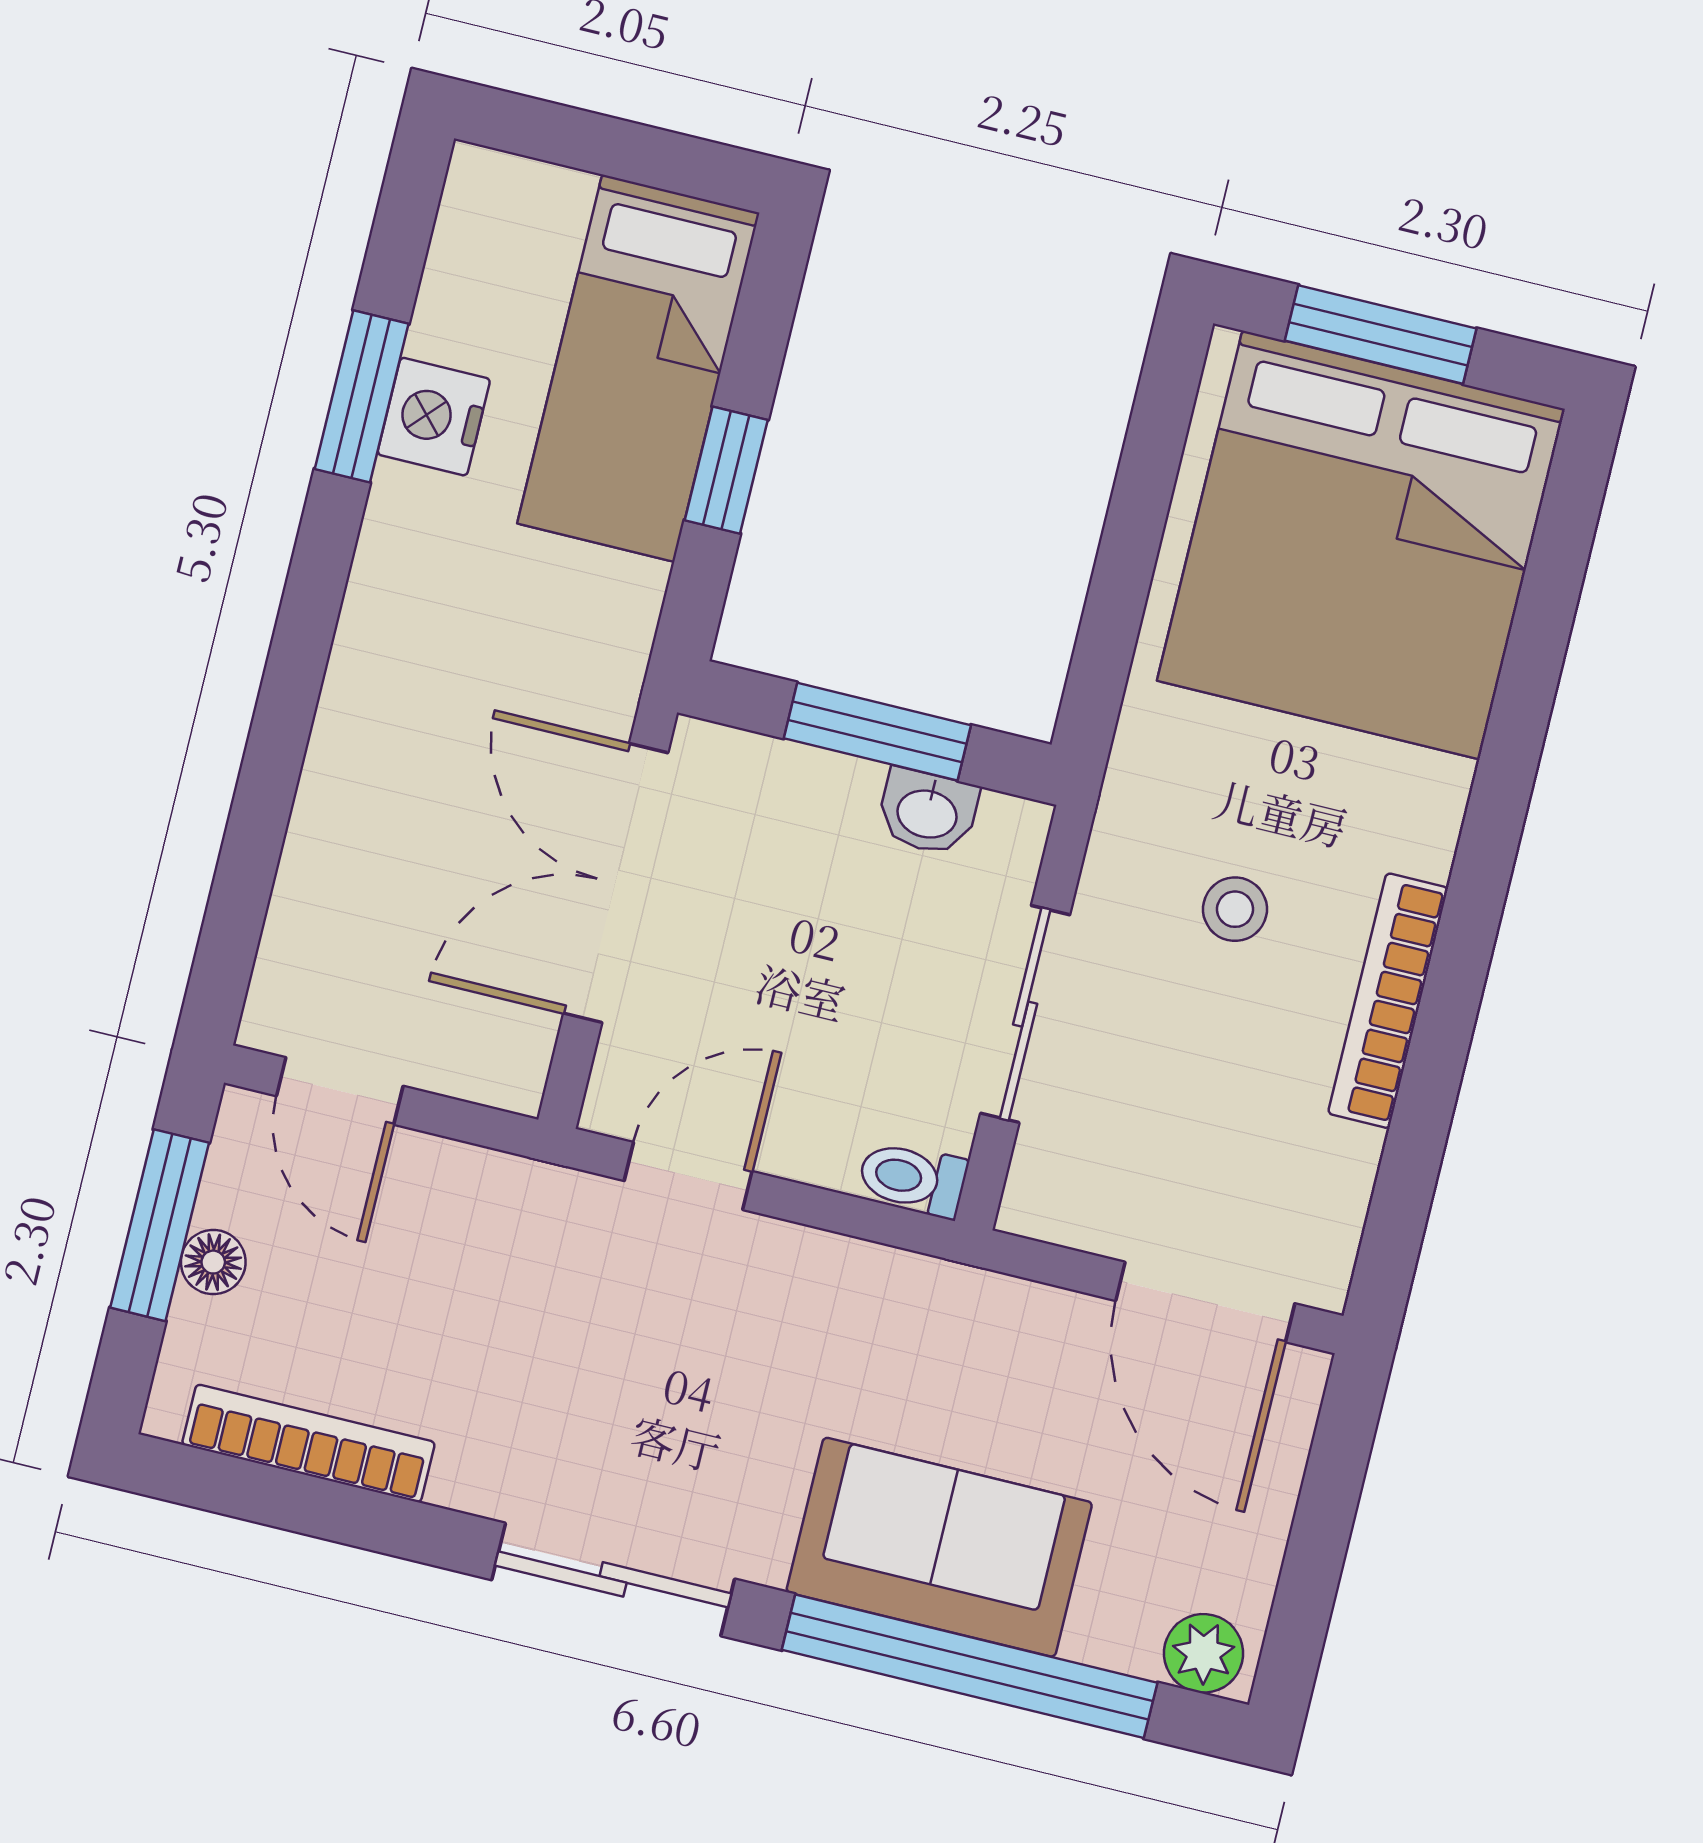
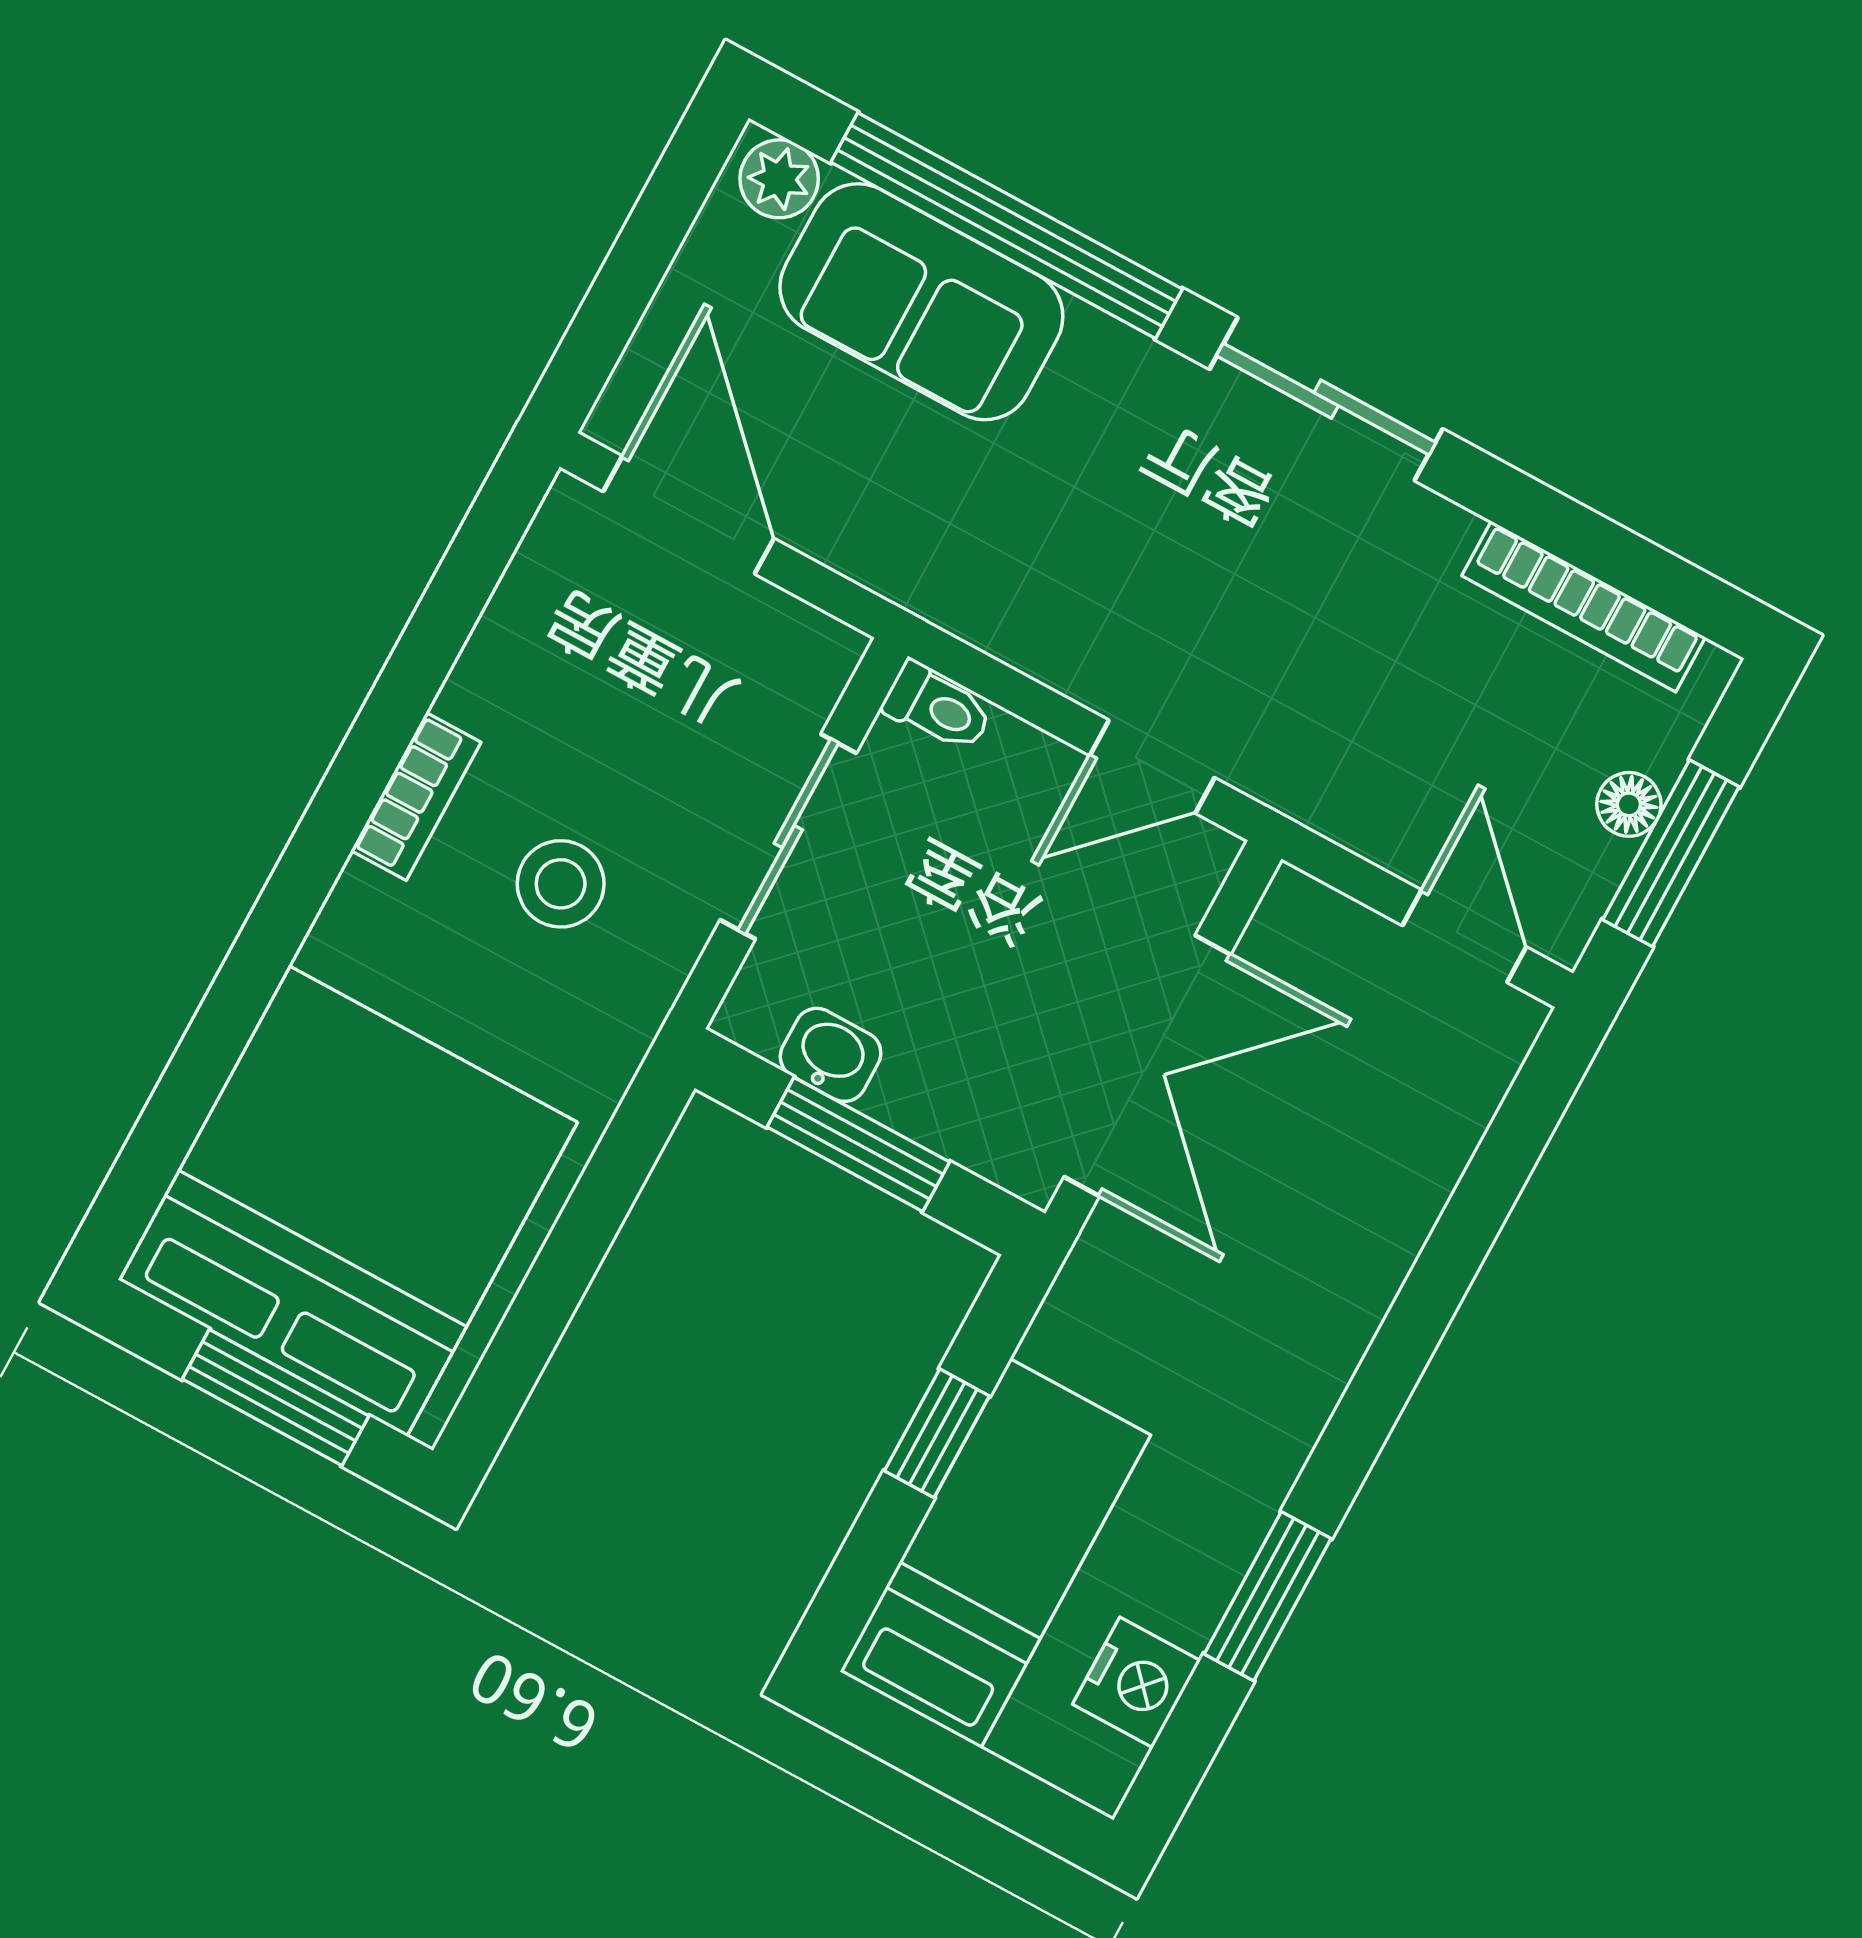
nightstand: (434, 417) -> (1136, 1682), moved
stool: (1235, 909) -> (561, 884), width x1.37, depth x1.37
bookcase: (1388, 1001) -> (416, 796), width x0.64
sofa: (939, 1547) -> (921, 302), moved

